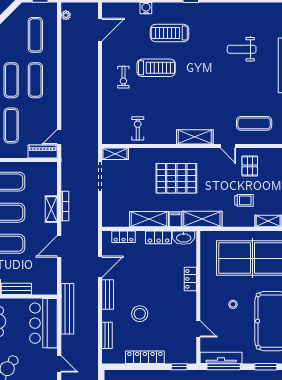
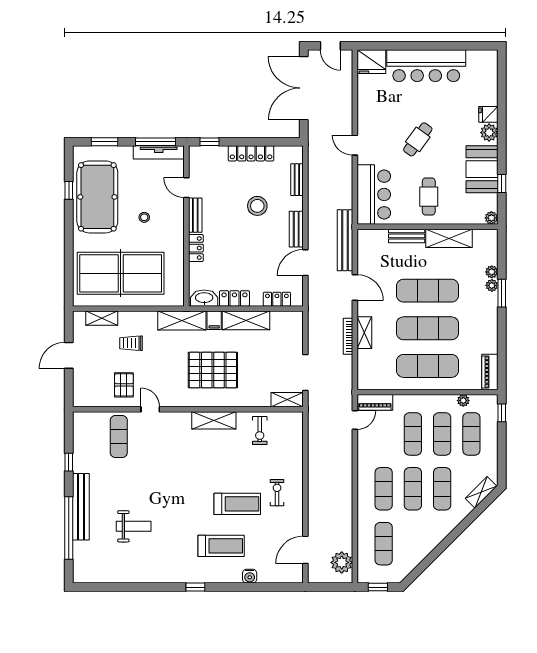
plant: (66, 15) -> (342, 562), width x1.88, depth x1.88
treadmill: (156, 68) -> (237, 504), turned 180
exercise mat: (254, 123) -> (119, 436), turned 90
shelving: (195, 137) -> (214, 420), moved
door: (59, 246) -> (355, 288), hinge flipped
bench: (191, 306) -> (195, 215), added
bench: (67, 309) -> (345, 240), moved

